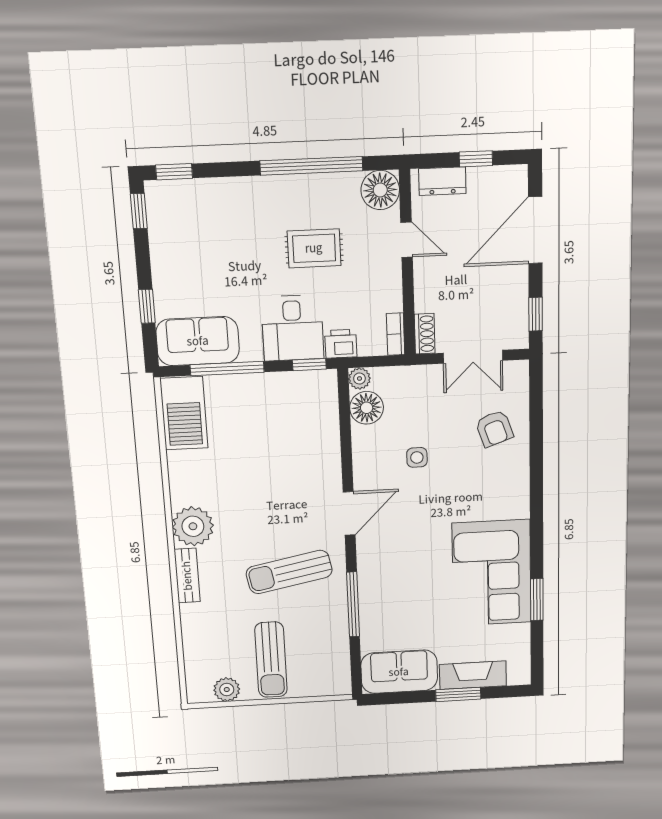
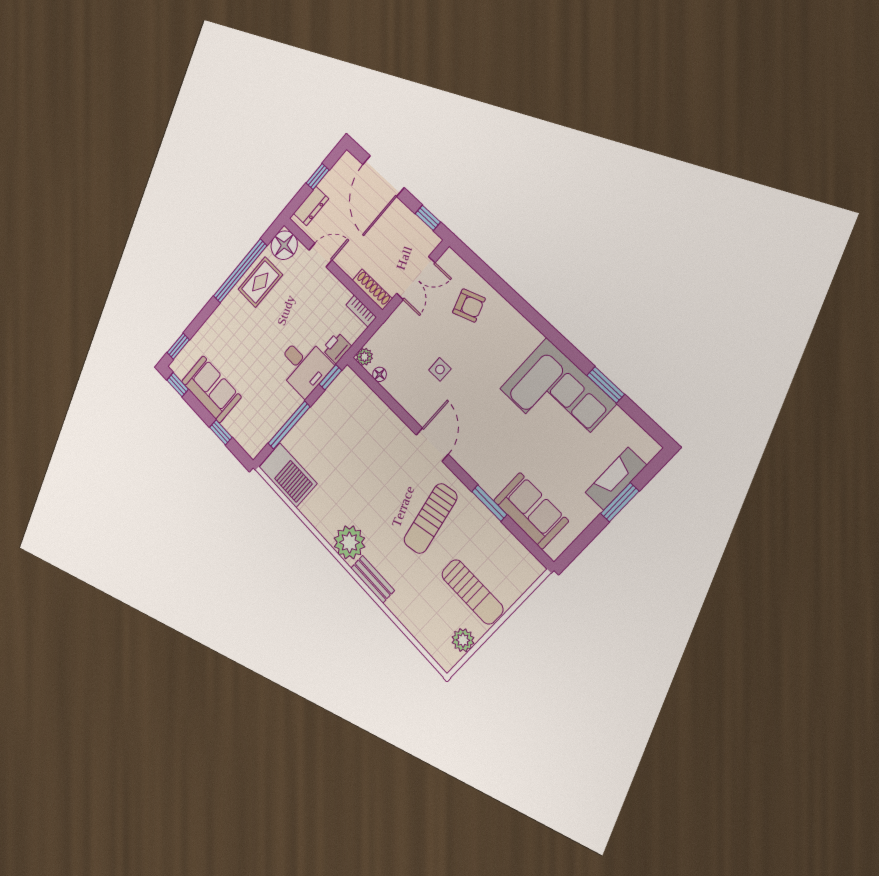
rug: (314, 248) -> (260, 282), moved
shoe rack: (425, 334) -> (372, 290), width x1.43
sofa: (198, 341) -> (211, 389), moved, turned 90
floor lamp: (367, 408) -> (380, 374), width x0.53, depth x0.53
window: (353, 604) -> (489, 503), width x0.69
sofa: (399, 672) -> (531, 511), moved, turned 90

